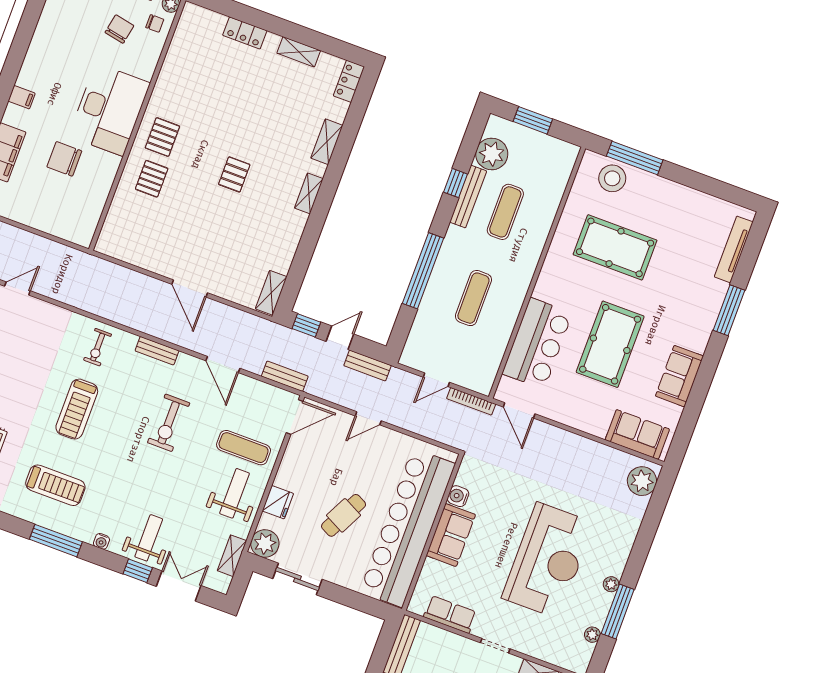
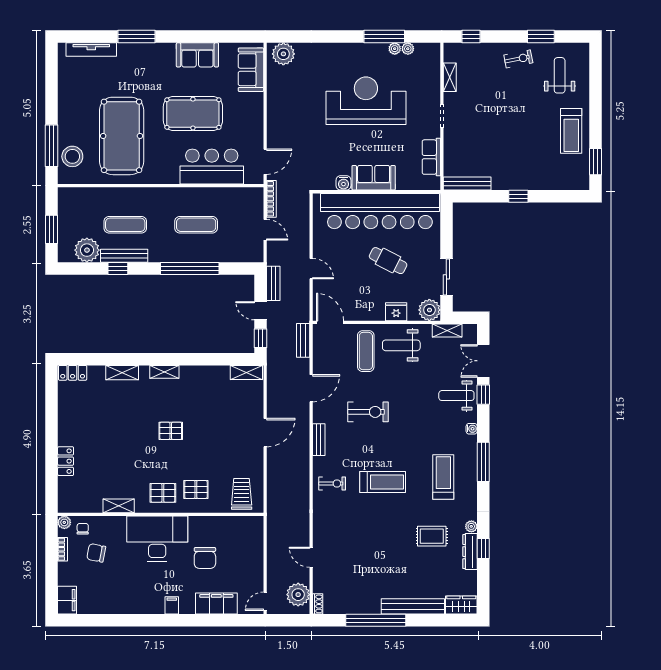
shelving: (299, 52) -> (119, 506), moved, turned 90
trolley: (126, 232) -> (242, 494), added
pool table: (615, 247) -> (122, 136), width x1.36, depth x1.32
plant: (611, 584) -> (395, 49), moved

